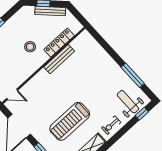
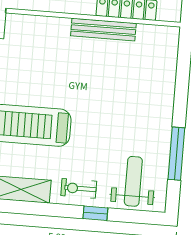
window: (142, 114) -> (95, 213), moved

